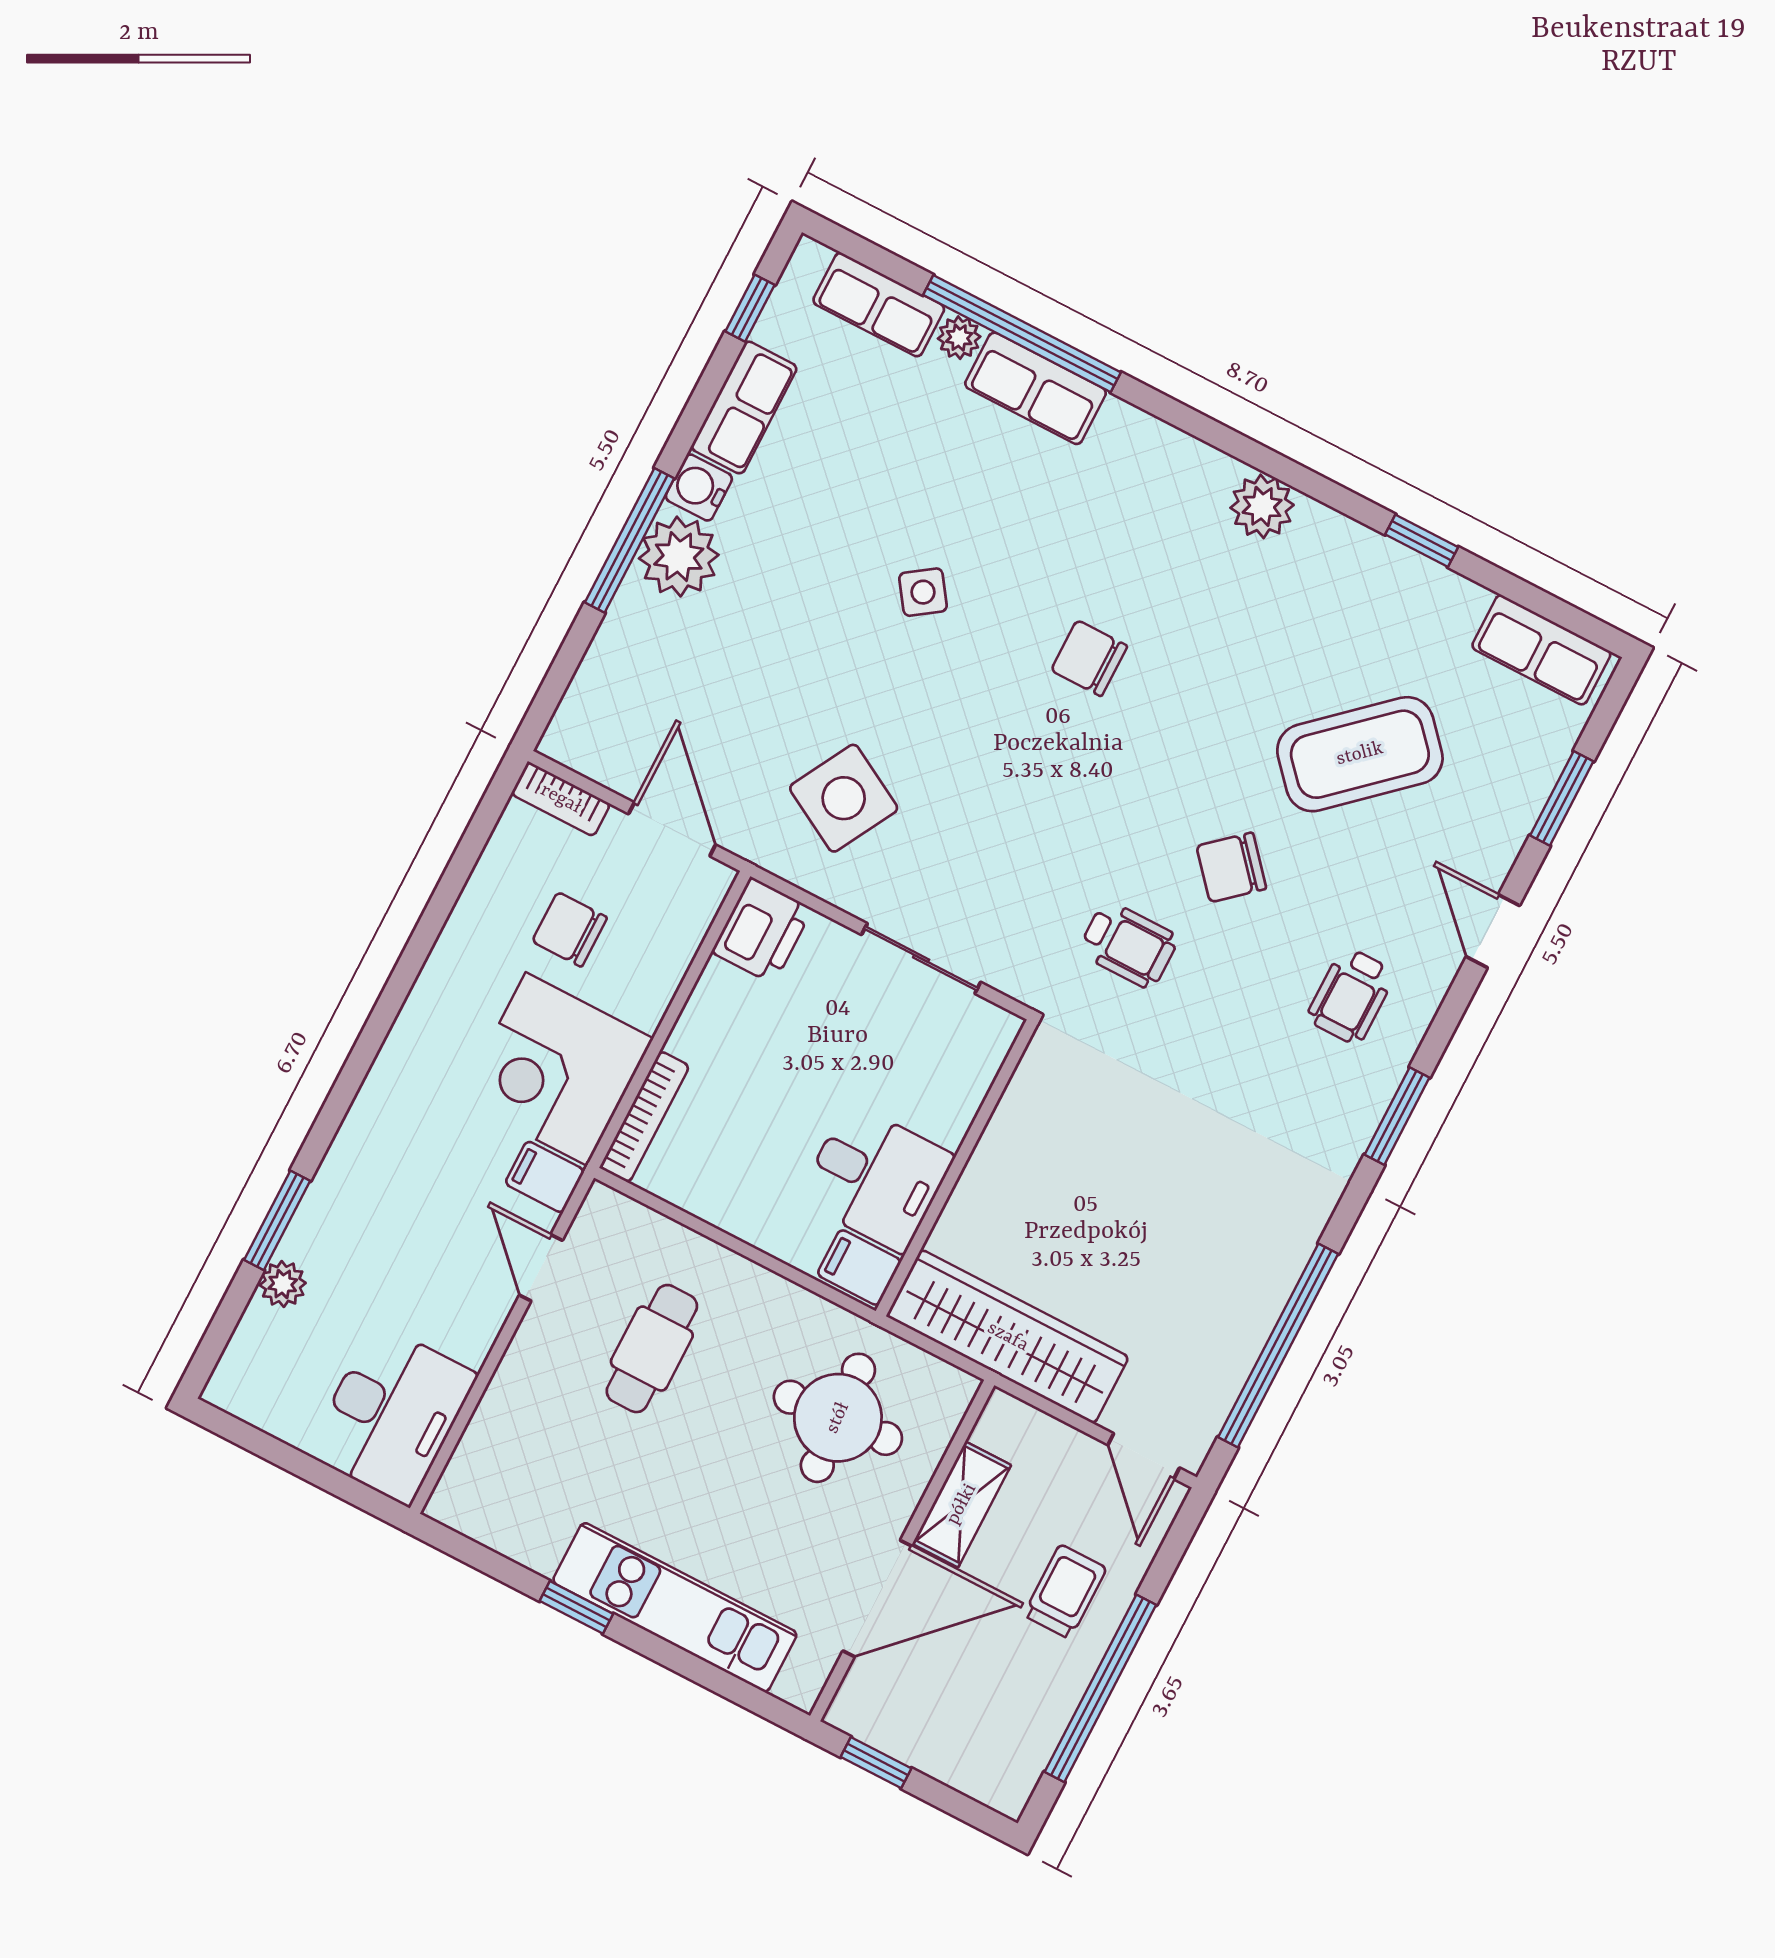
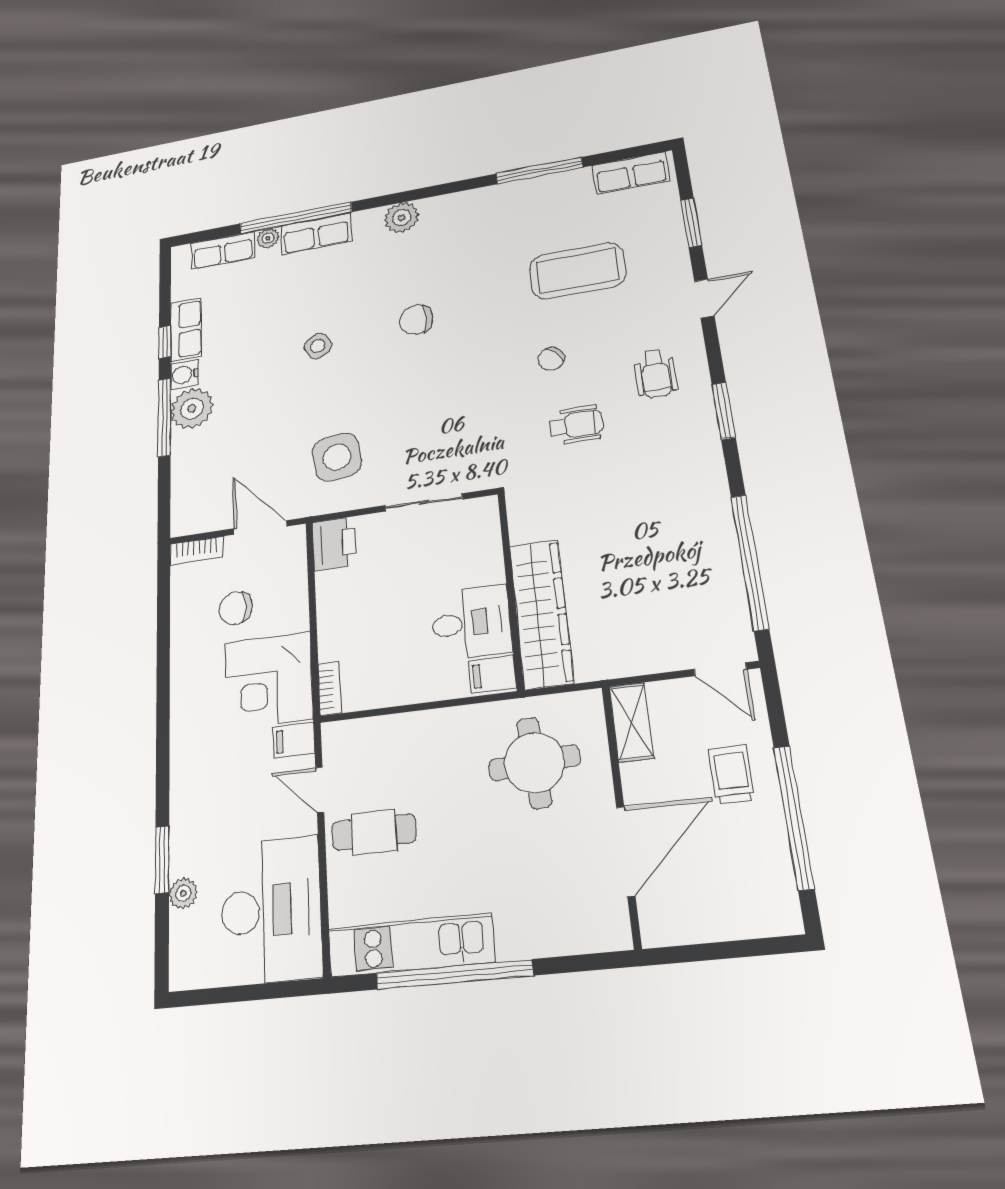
window: (750, 308) -> (165, 342), moved
plant: (1262, 506) -> (402, 217), moved
window: (1422, 541) -> (539, 171), width x2.17
coffee table: (1360, 754) -> (577, 271), turned 42
side table: (844, 798) -> (337, 457), turned -37
chair: (1231, 867) -> (551, 359), width x0.73, depth x0.73
door: (1493, 931) -> (704, 298), swing flipped
wheelchair: (1128, 945) -> (576, 425), moved
bookcase: (645, 1117) -> (330, 688), width x0.64
wardrobe: (1008, 1337) -> (541, 614), moved, turned 90
cafe table: (652, 1349) -> (374, 832), moved, turned 90
desk: (392, 1414) -> (271, 910), width x1.36, depth x1.30
shelving: (962, 1504) -> (631, 722), moved
window: (576, 1607) -> (454, 974), width x3.17
kitchen unit: (675, 1607) -> (411, 945), moved
window: (876, 1763) -> (693, 953), removed

